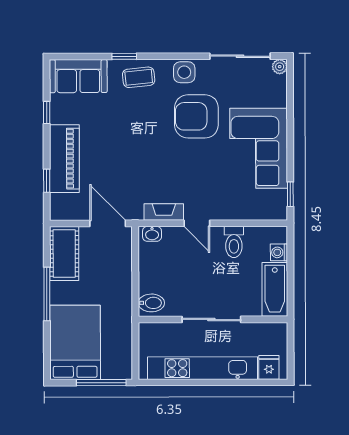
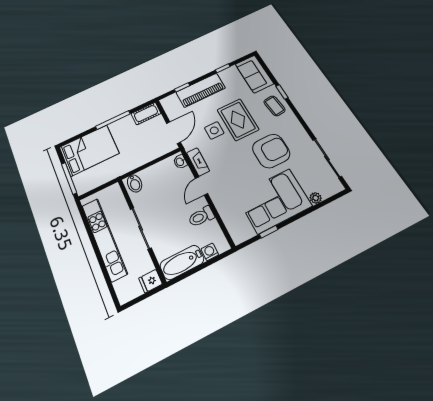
plant: (280, 67) -> (316, 198), moved
side table: (184, 72) -> (214, 130), moved
armchair: (196, 116) -> (271, 151), turned 90
rug: (133, 133) -> (238, 120), added
window: (290, 194) -> (269, 232), moved
cot: (64, 254) -> (146, 113), width x0.73, depth x0.75
fridge: (269, 367) -> (151, 281), moved, turned 180

